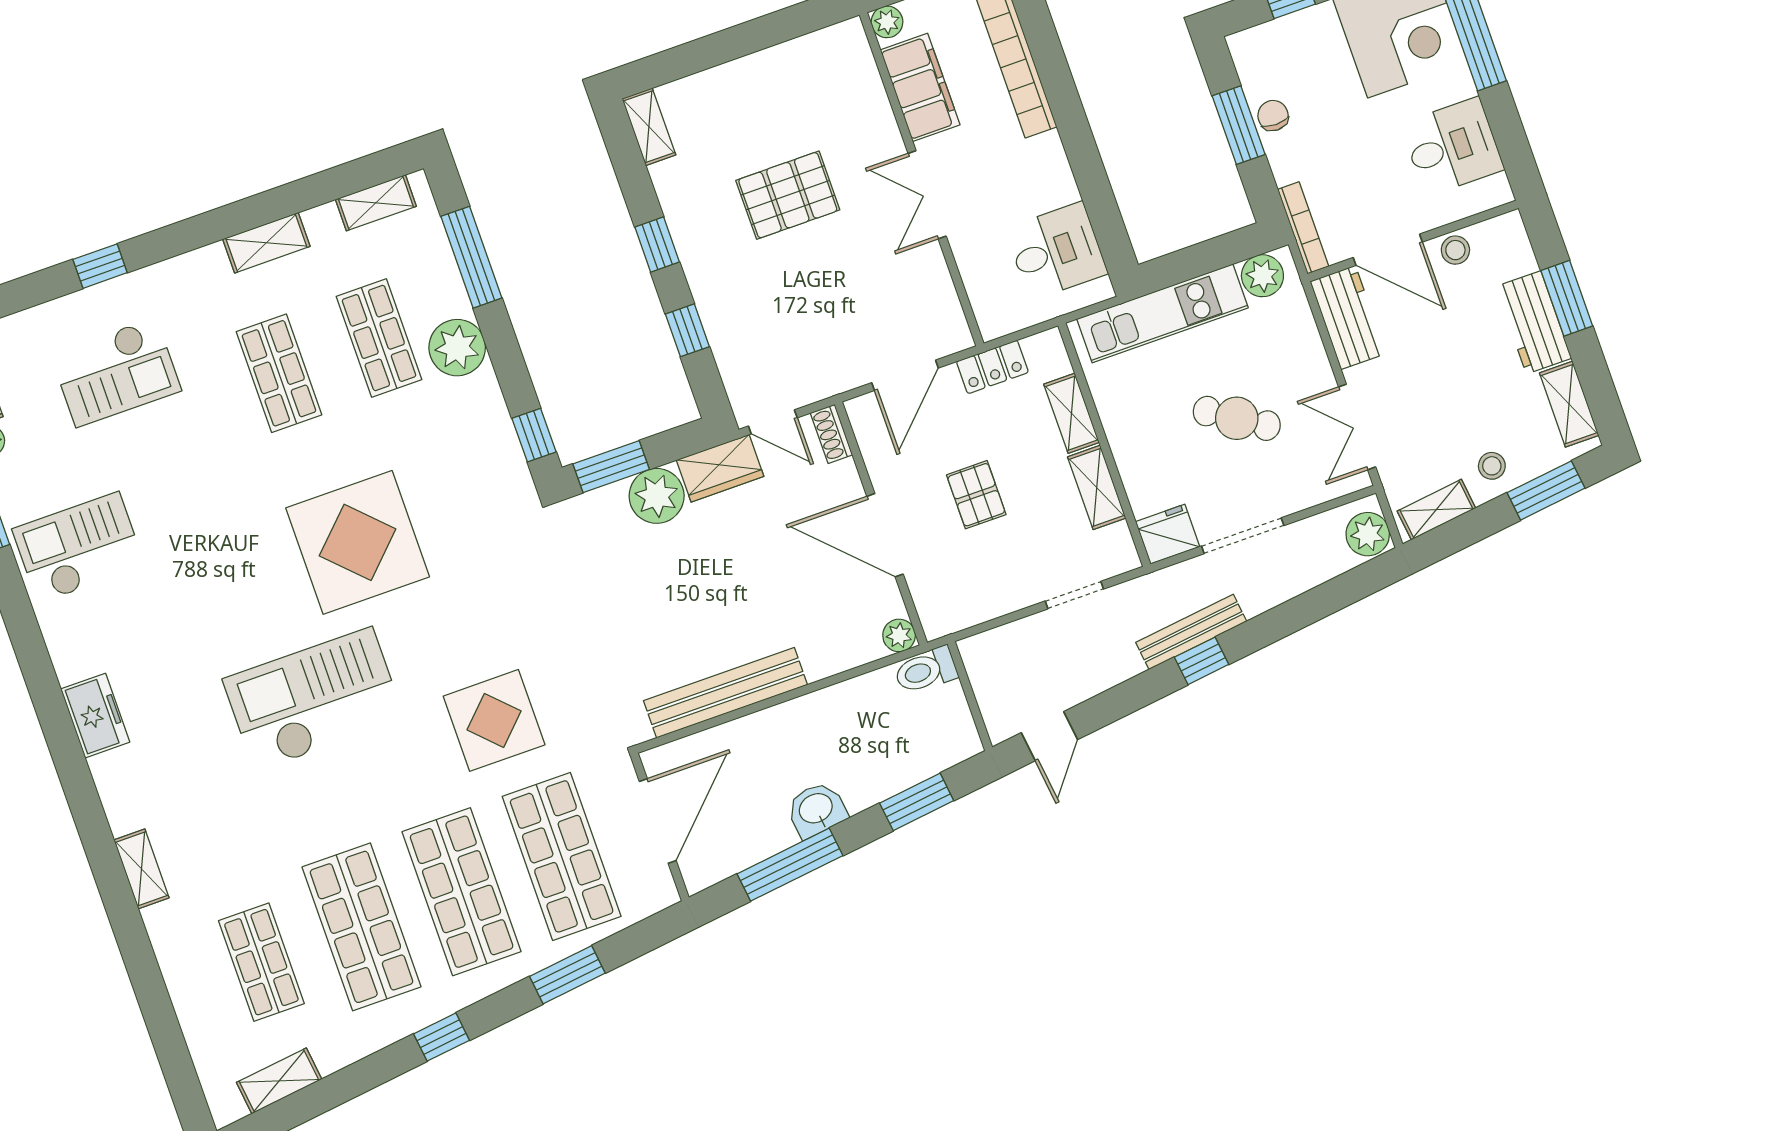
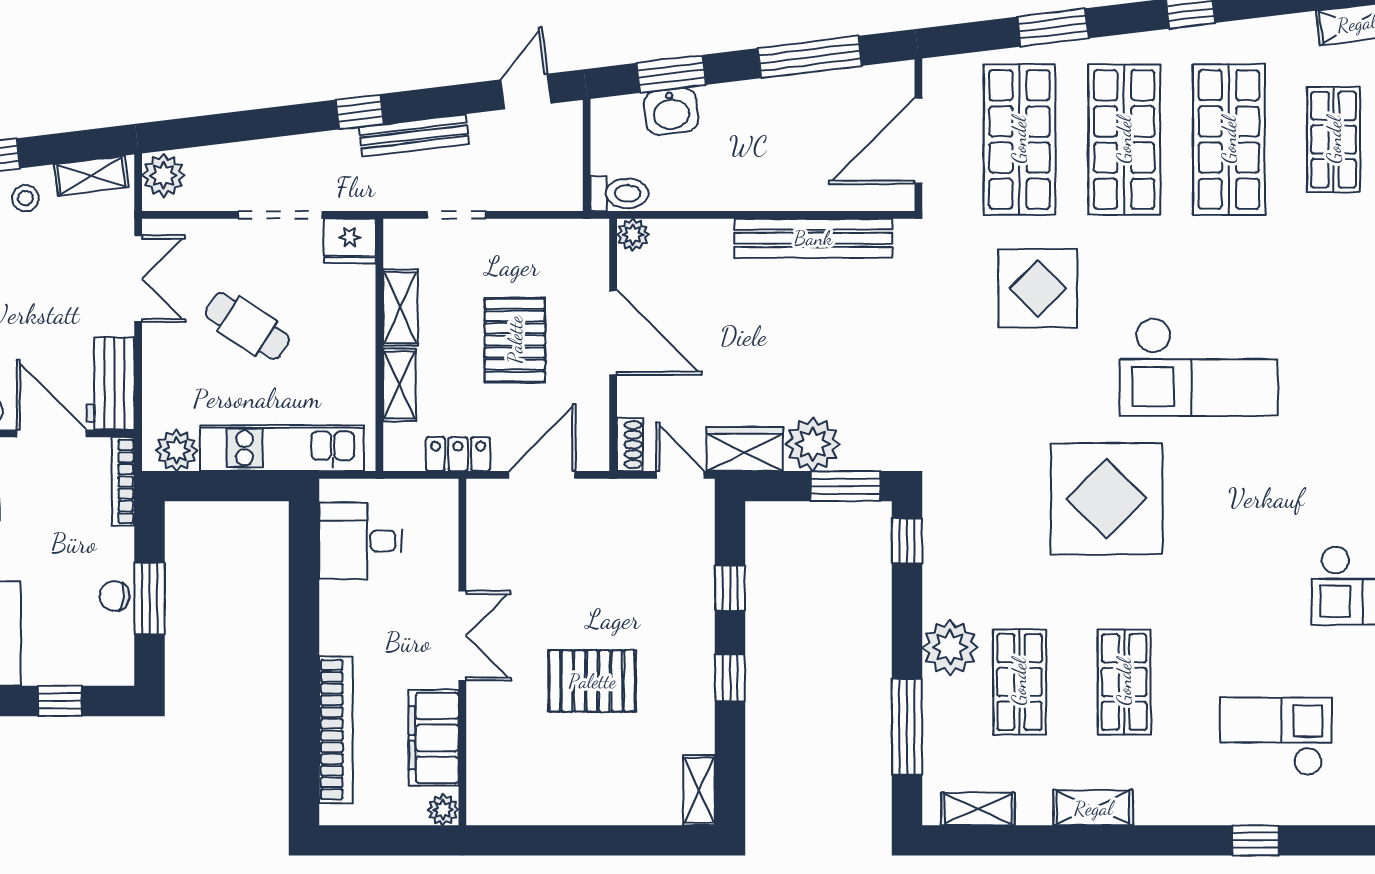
chair: (1273, 116) -> (114, 596), turned 97
pallet: (976, 495) -> (515, 340), width x1.50, depth x1.42
bench: (1191, 632) -> (414, 136), moved
washbasin: (816, 809) -> (671, 111), moved

